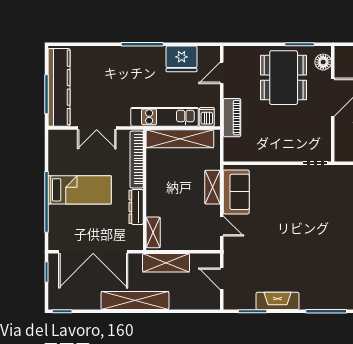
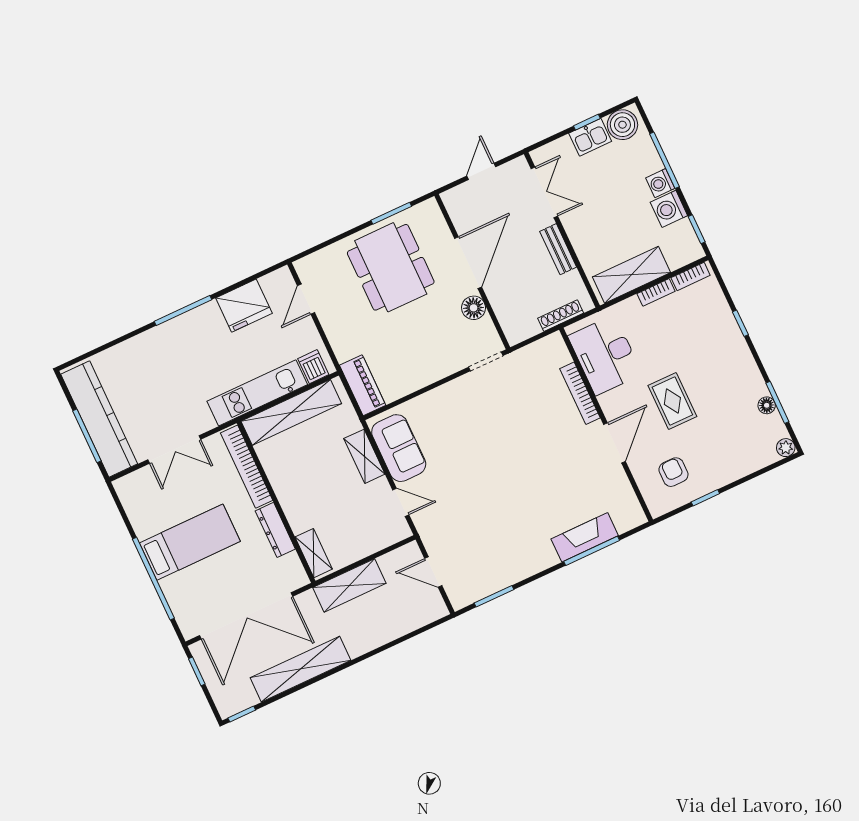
floor lamp: (323, 62) -> (474, 308), moved
piano: (232, 118) -> (363, 385), moved
shelving: (135, 301) -> (301, 669), moved
fireplace: (278, 301) -> (585, 537), moved

